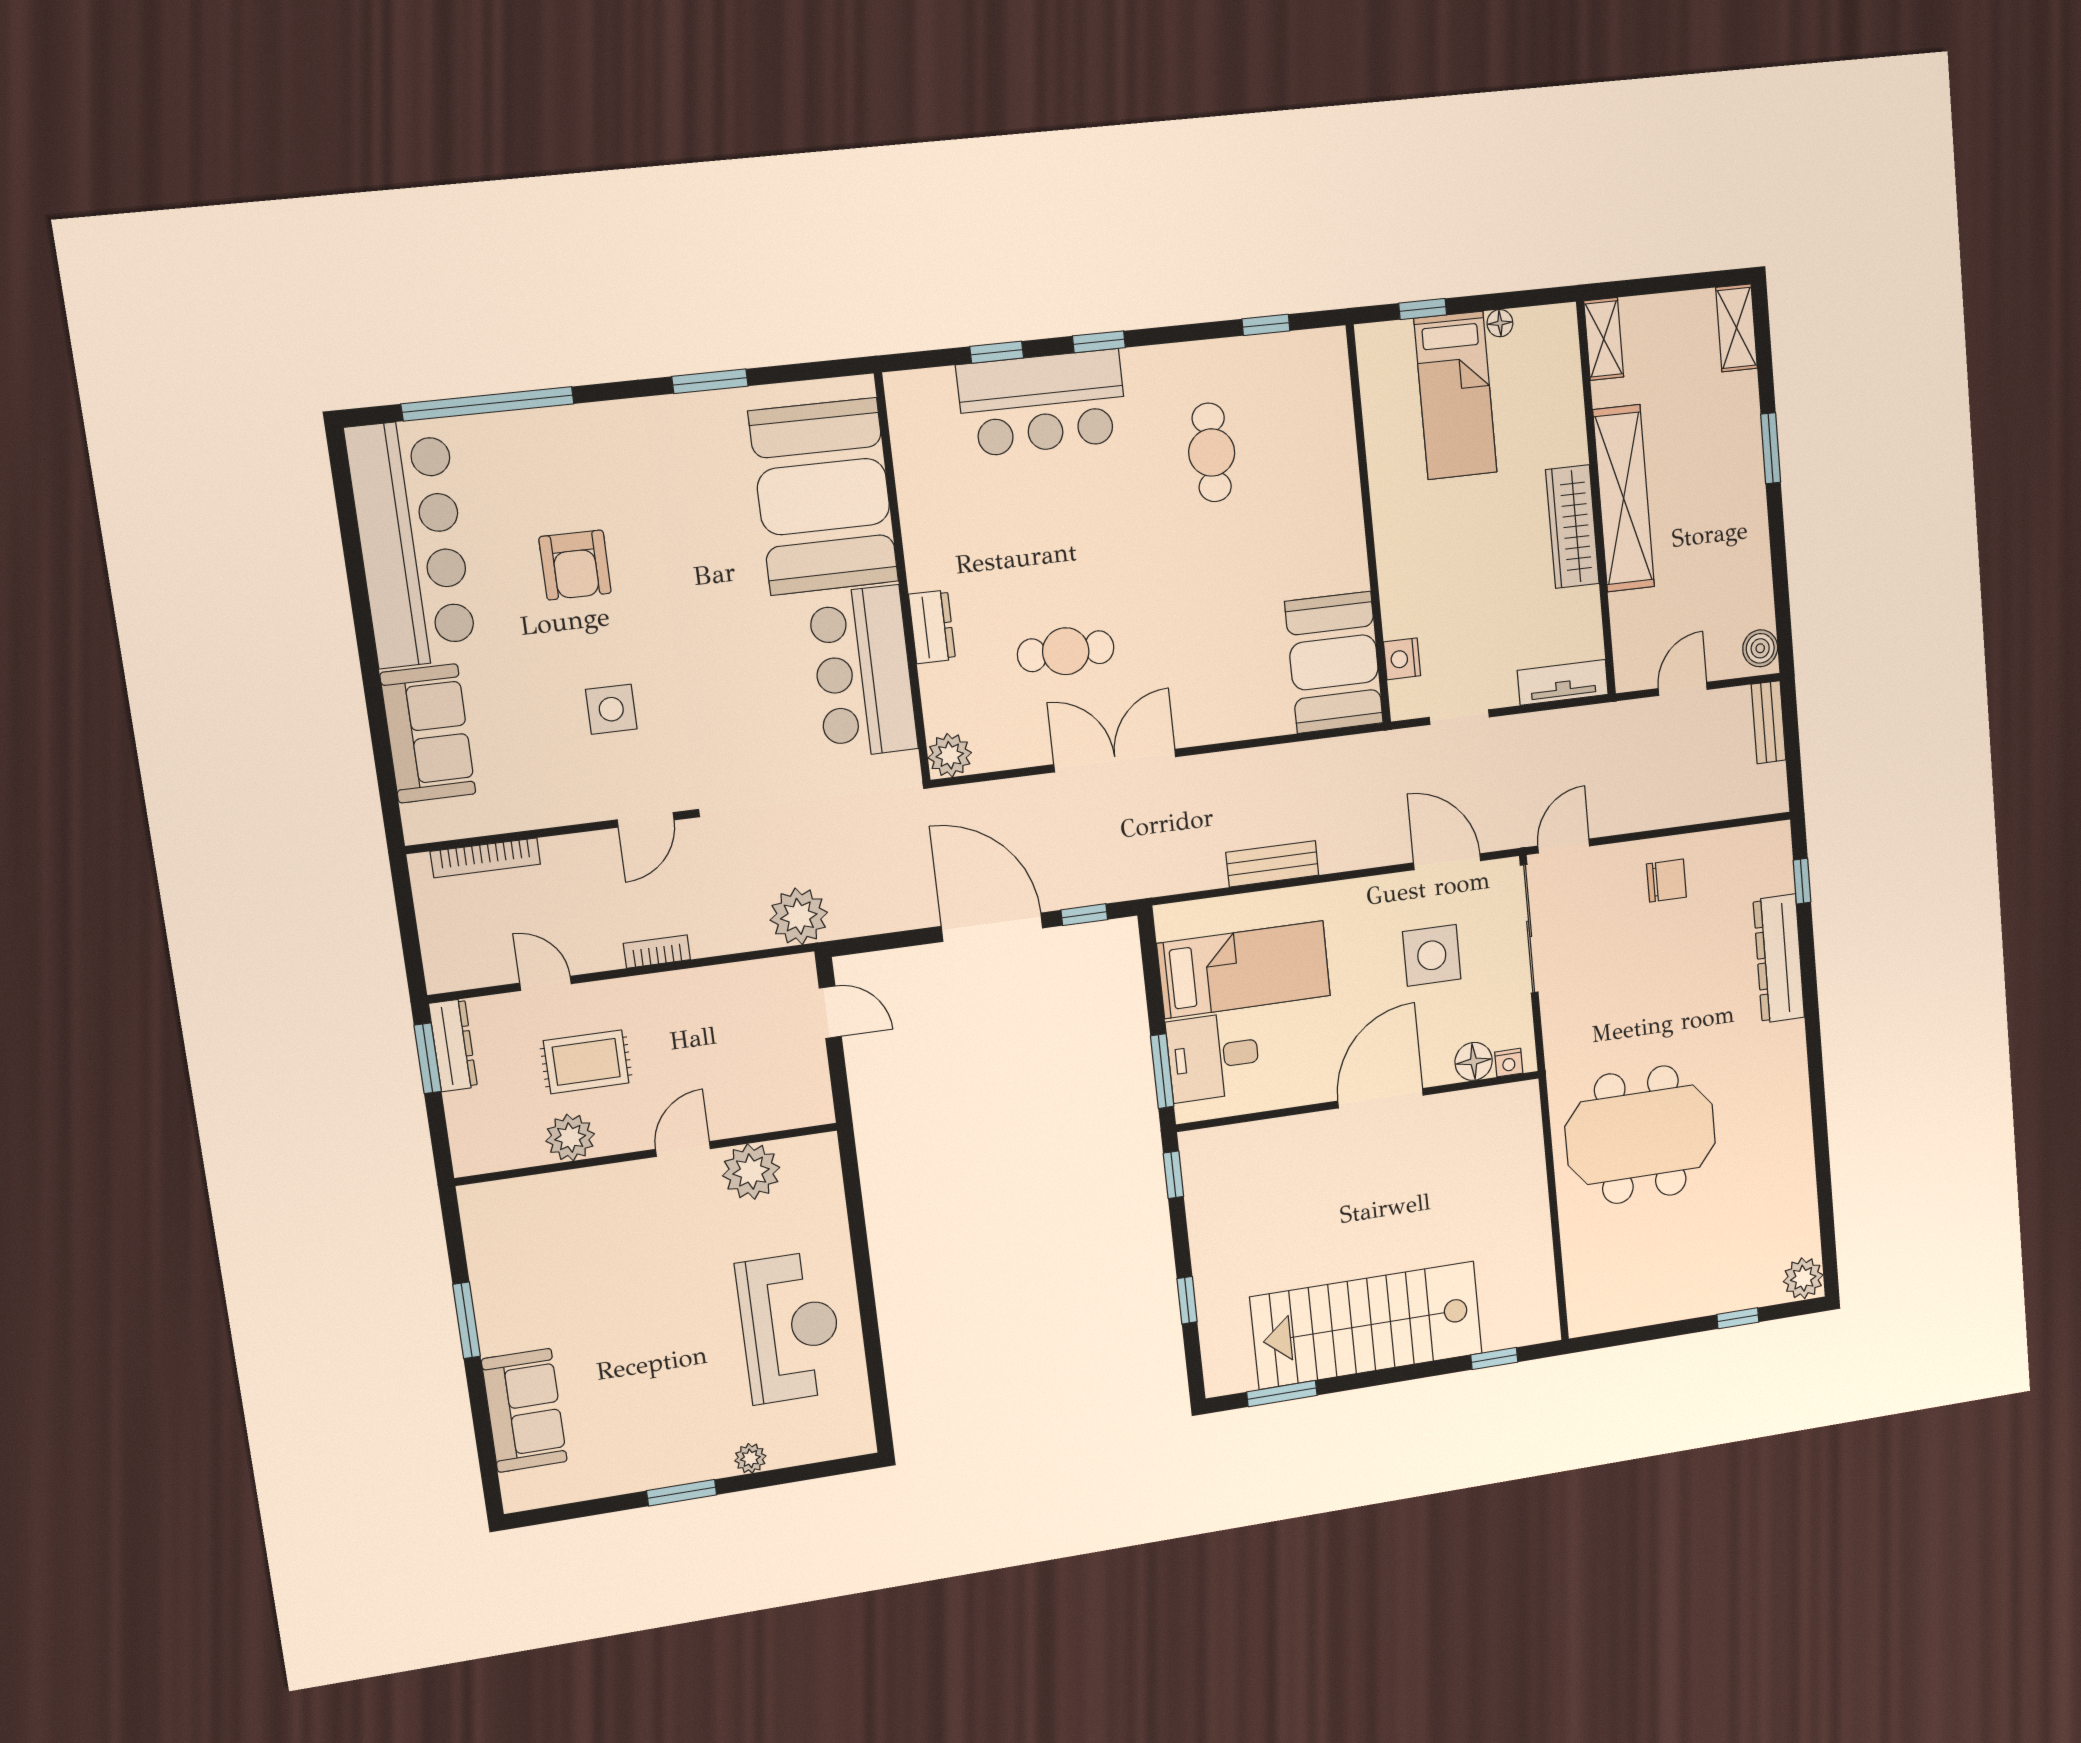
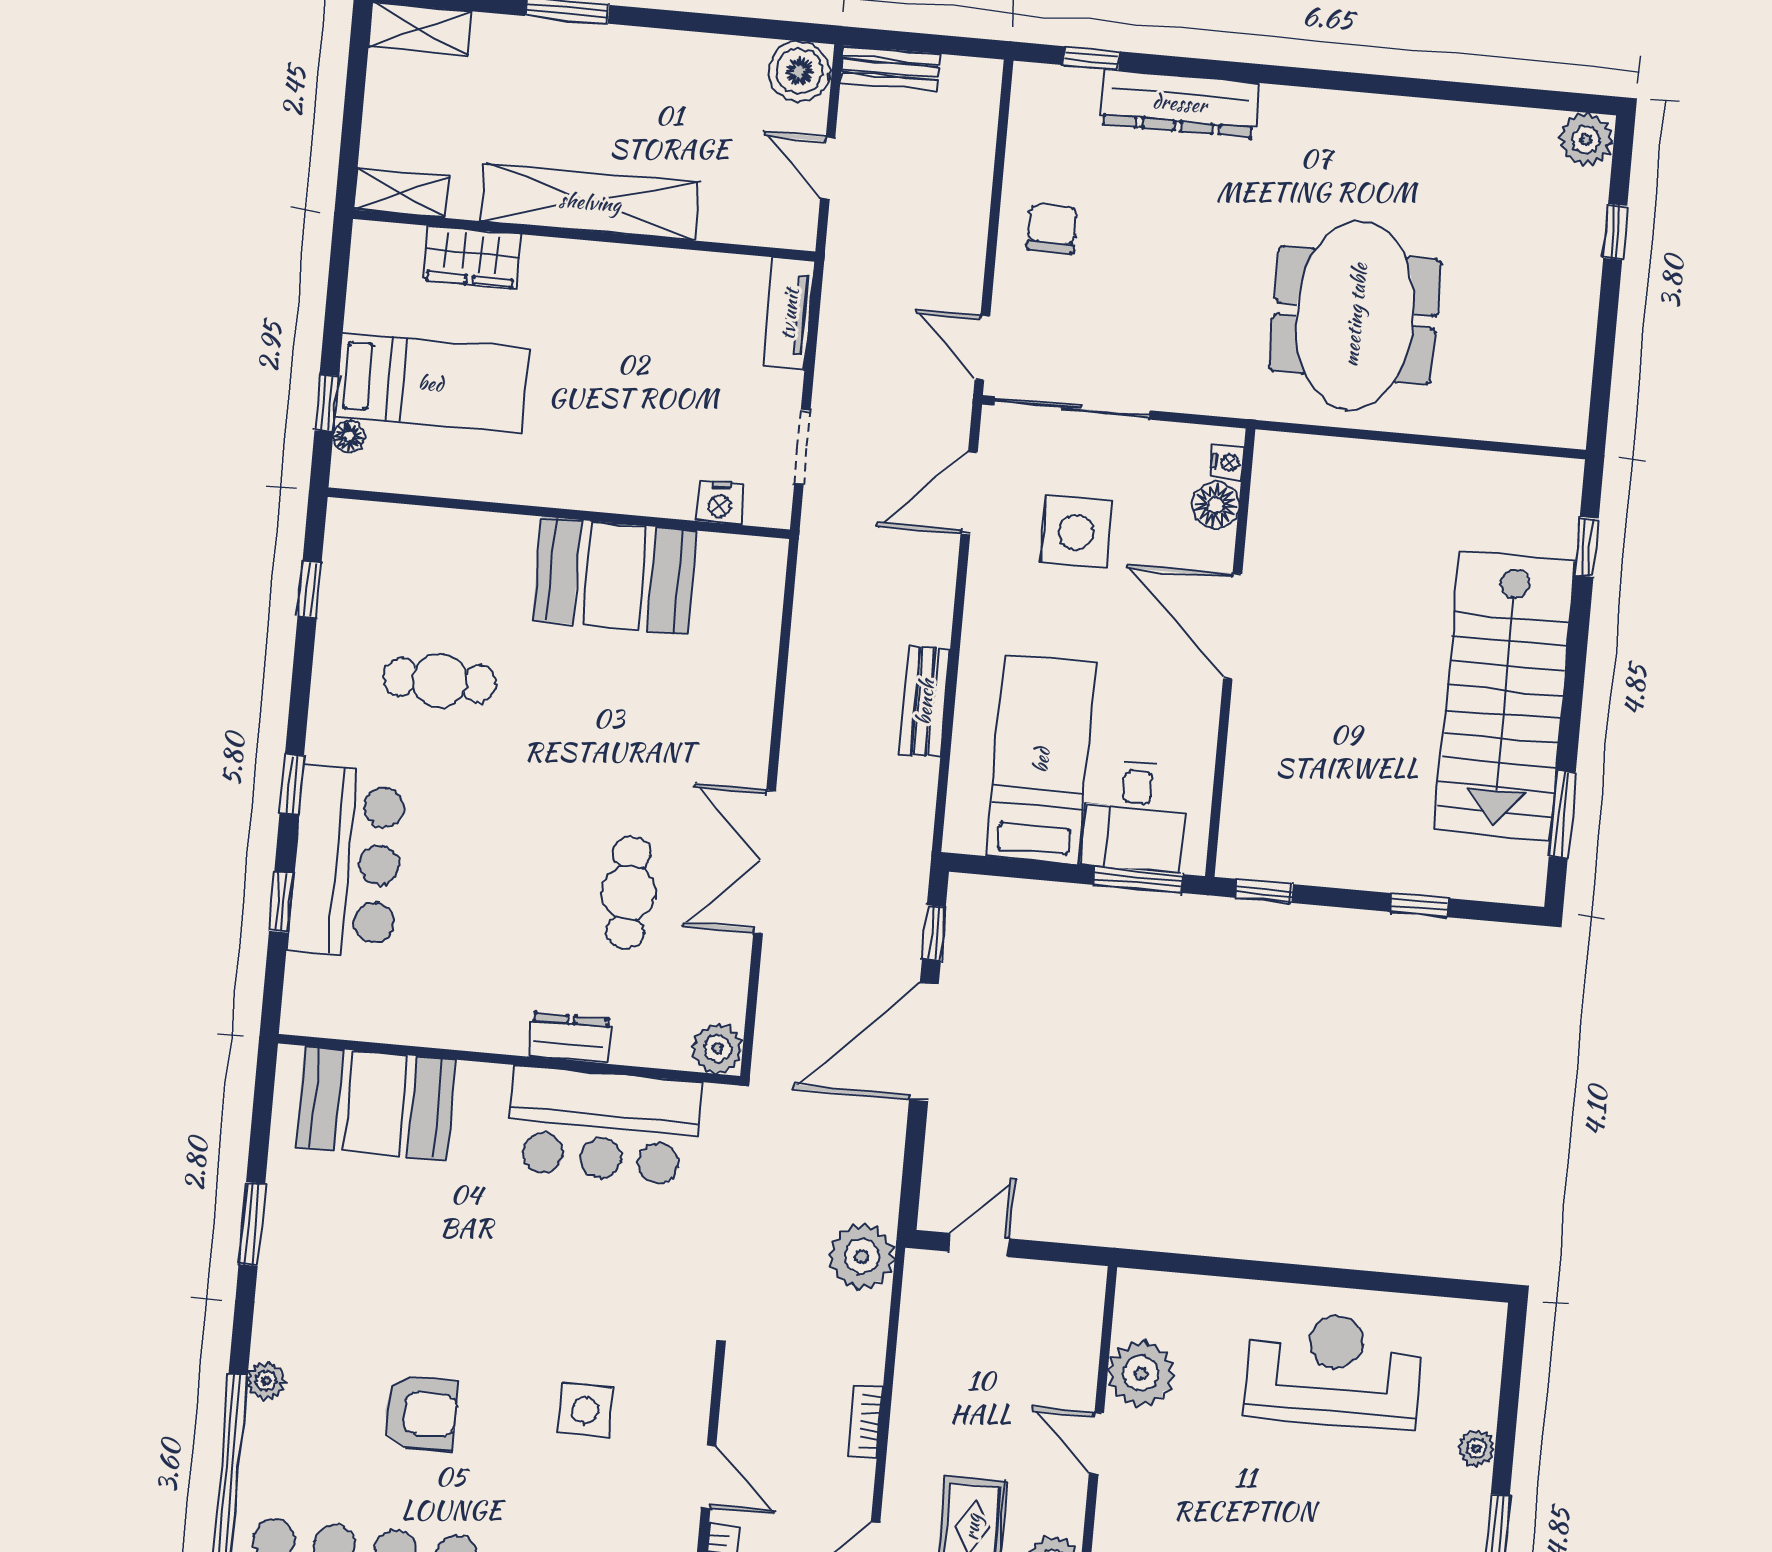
floor lamp: (1500, 323) -> (349, 437), moved
plant: (573, 421) -> (266, 1381), added
booth: (824, 497) -> (376, 1104), width x0.73, depth x0.70
wardrobe: (1572, 527) -> (472, 257), moved, width x0.67
boiler: (1760, 648) -> (799, 71), width x1.36, depth x1.36
booth: (1334, 662) -> (614, 575), moved
door: (646, 820) -> (709, 1477), moved

